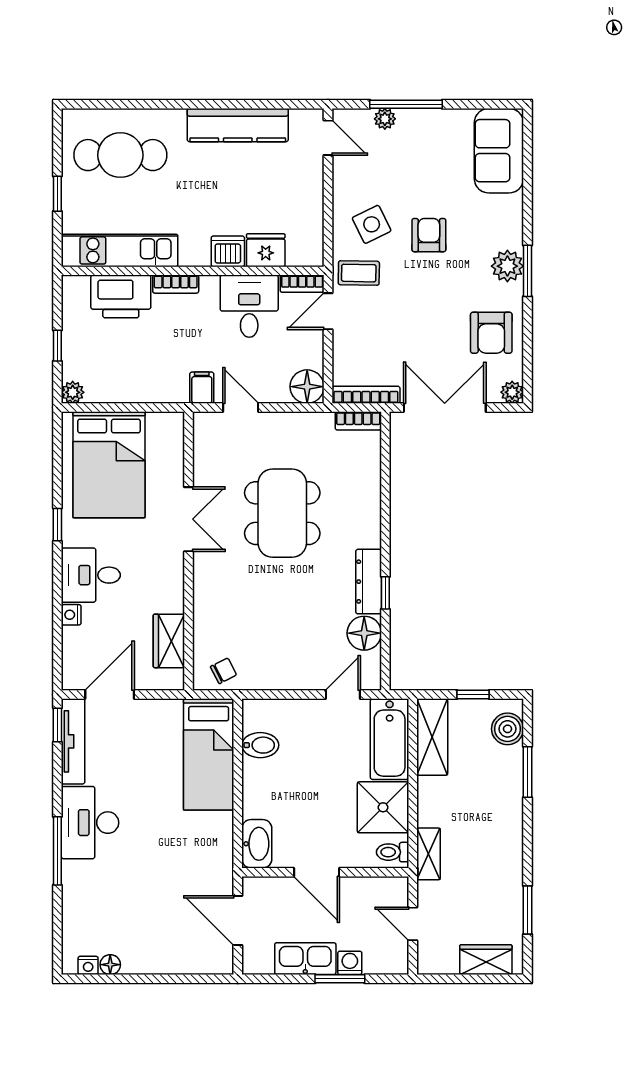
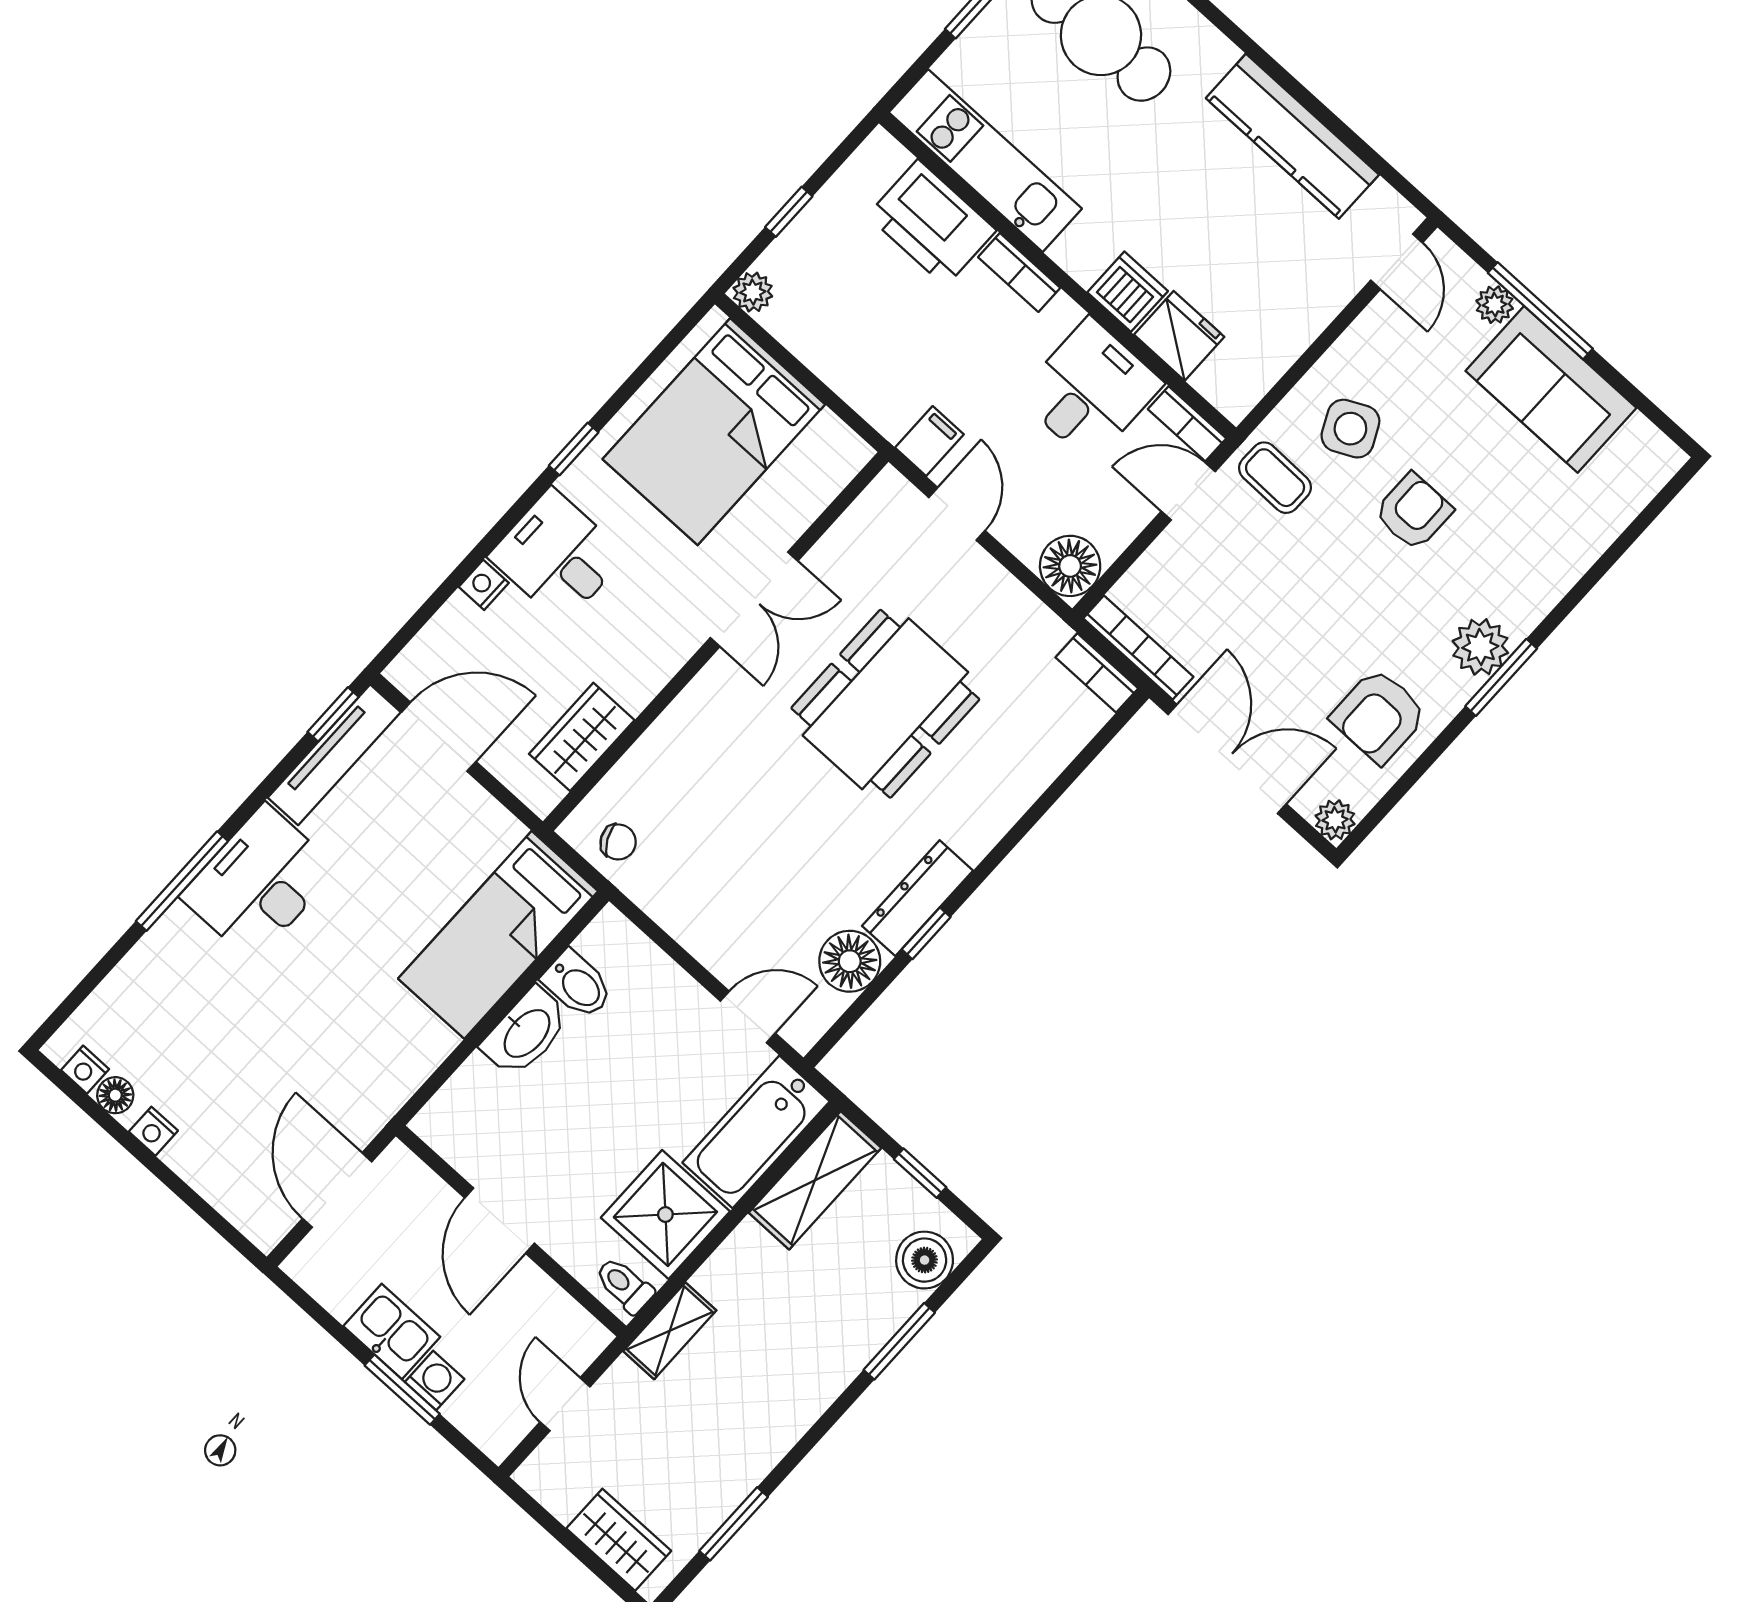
sofa: (499, 151) -> (1551, 389), moved, turned -90
washbasin: (257, 844) -> (526, 1032), moved
kitchen sink: (305, 959) -> (392, 1331), width x0.73
nightstand: (140, 965) -> (153, 1131), added

